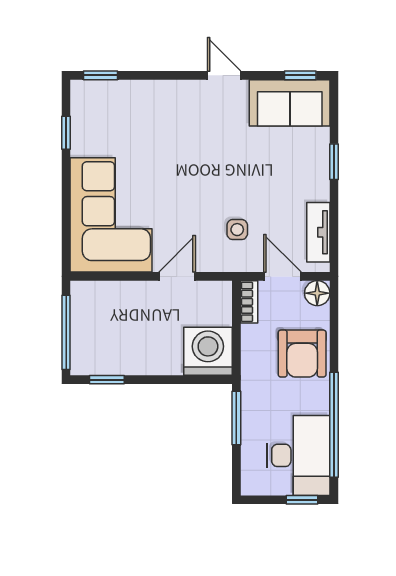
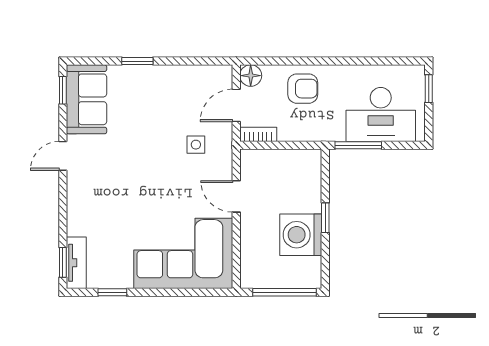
tv unit: (318, 232) -> (76, 263), moved, turned -90
washing machine: (208, 351) -> (301, 235), moved
armchair: (302, 354) -> (303, 89), width x0.72, depth x0.72
window: (107, 380) -> (325, 218), moved
window: (334, 425) -> (364, 61), removed
desk: (298, 455) -> (381, 115), moved, turned 180

